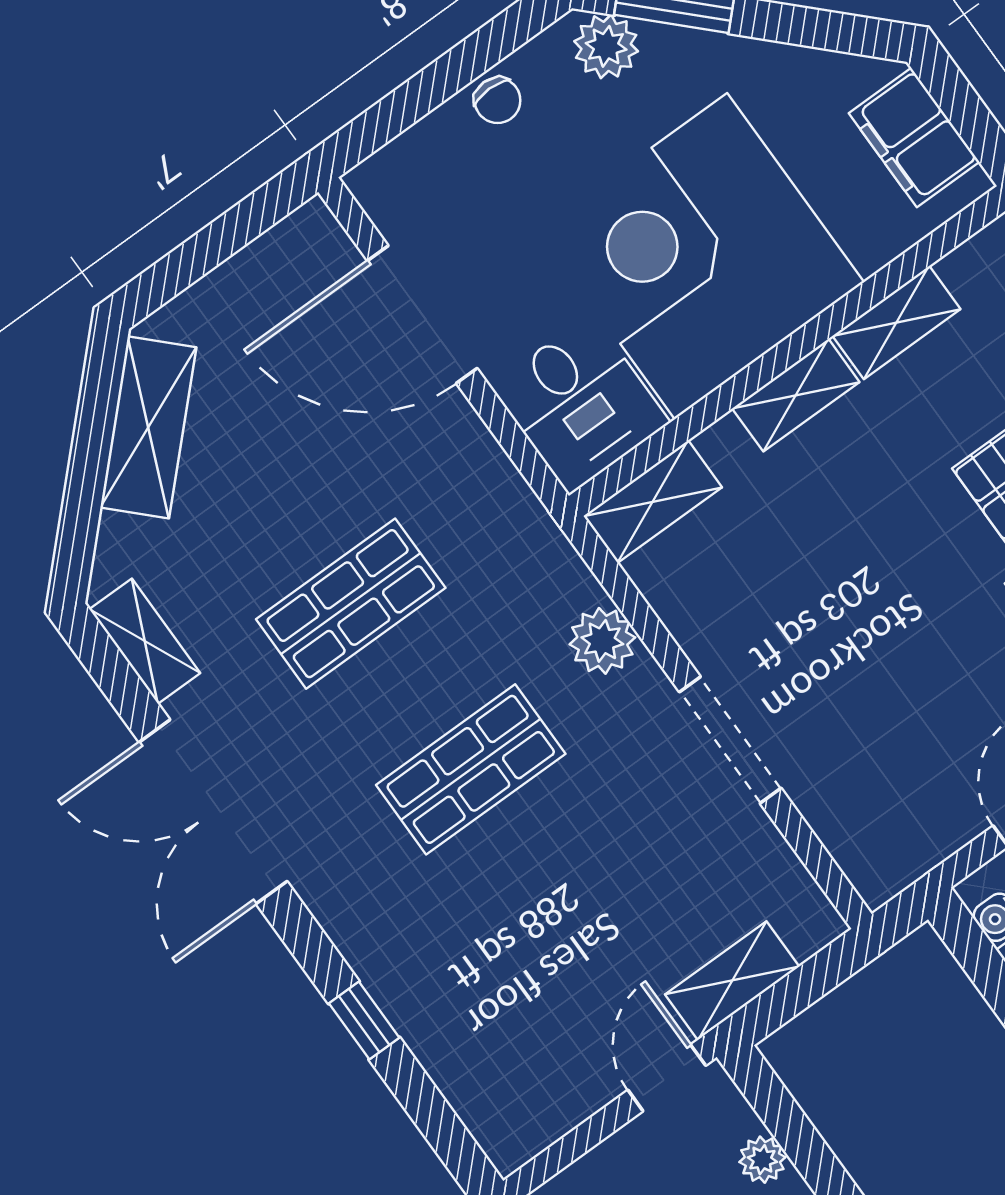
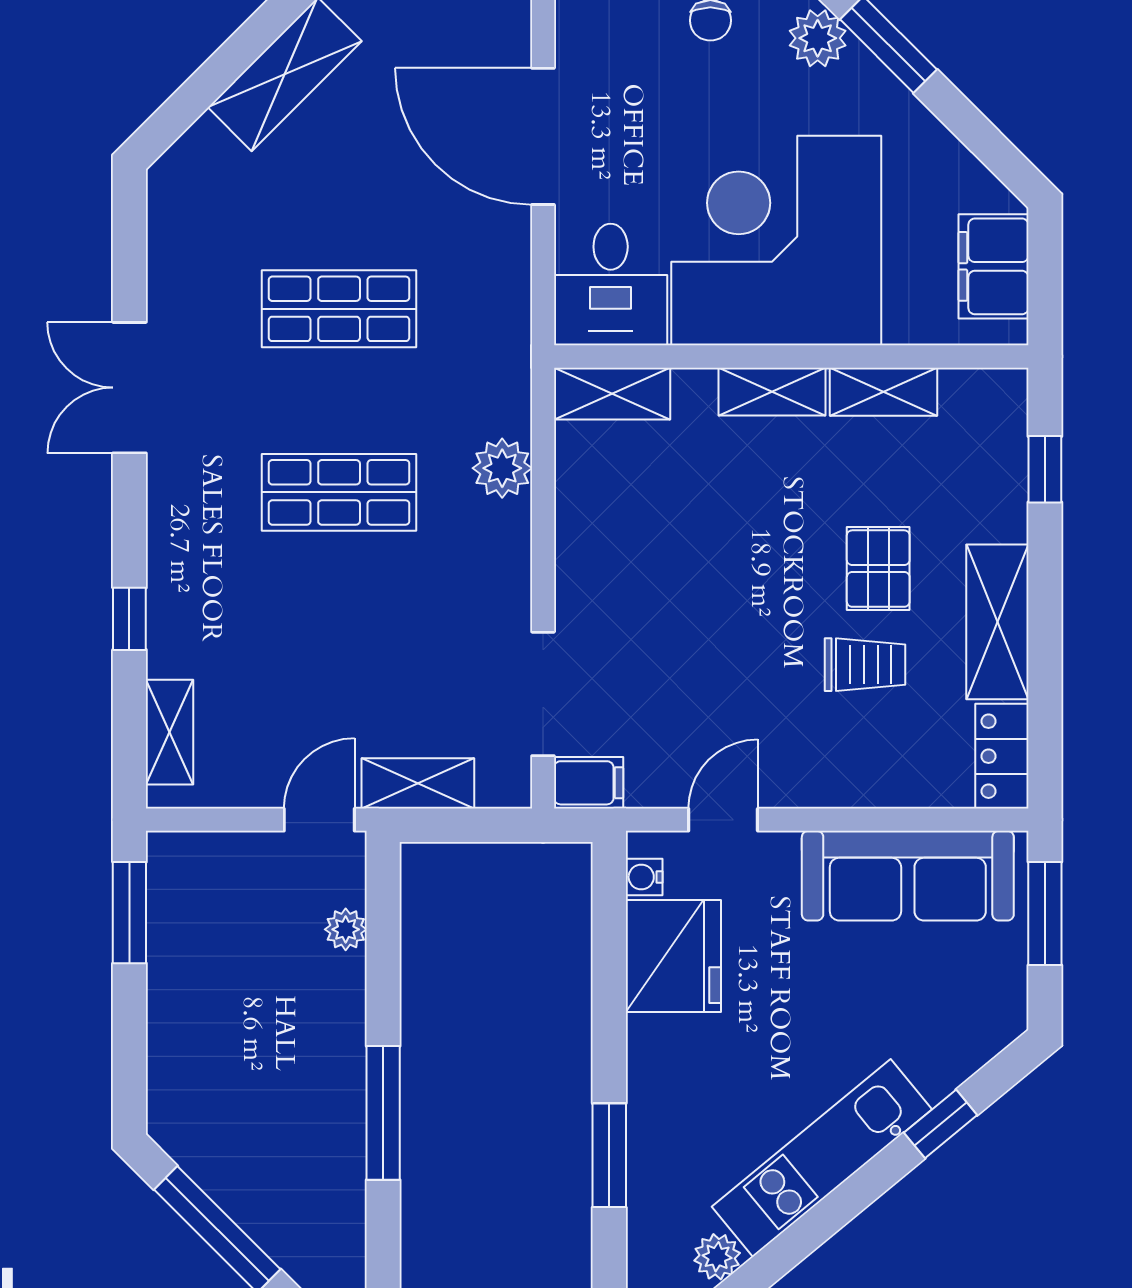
shelving: (145, 641) -> (170, 732), moved
doorway: (730, 740) -> (543, 694), moved
double door: (213, 812) -> (129, 388), width x0.73
filing cabinet: (886, 868) -> (589, 783), added

